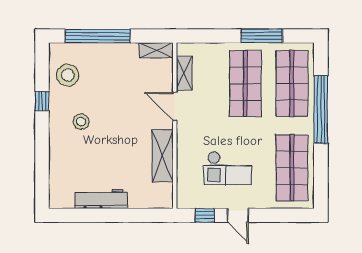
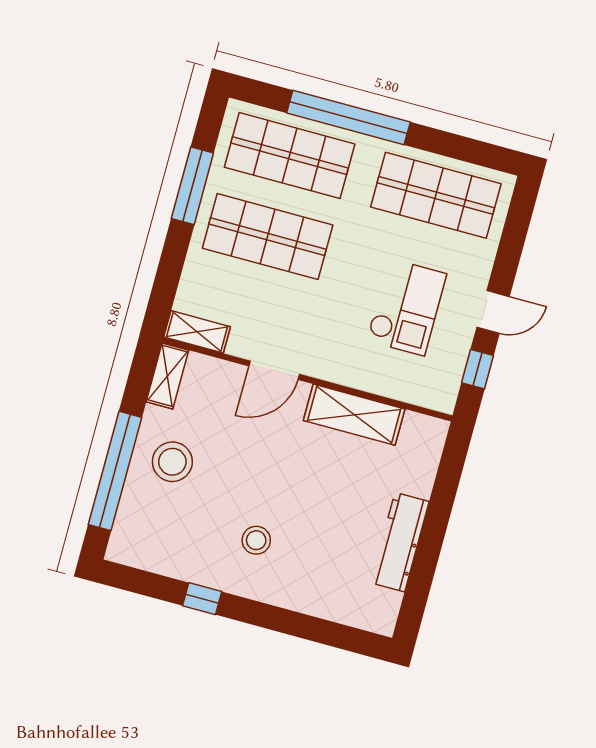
shelving: (184, 73) -> (197, 332), moved
stool: (68, 75) -> (172, 462), moved

